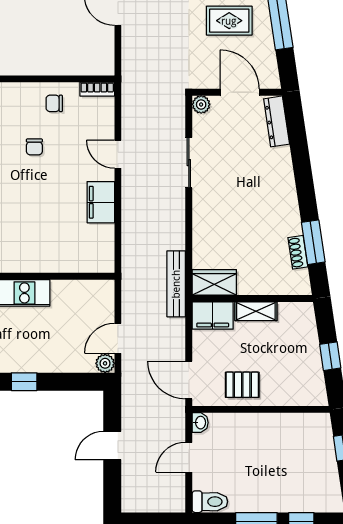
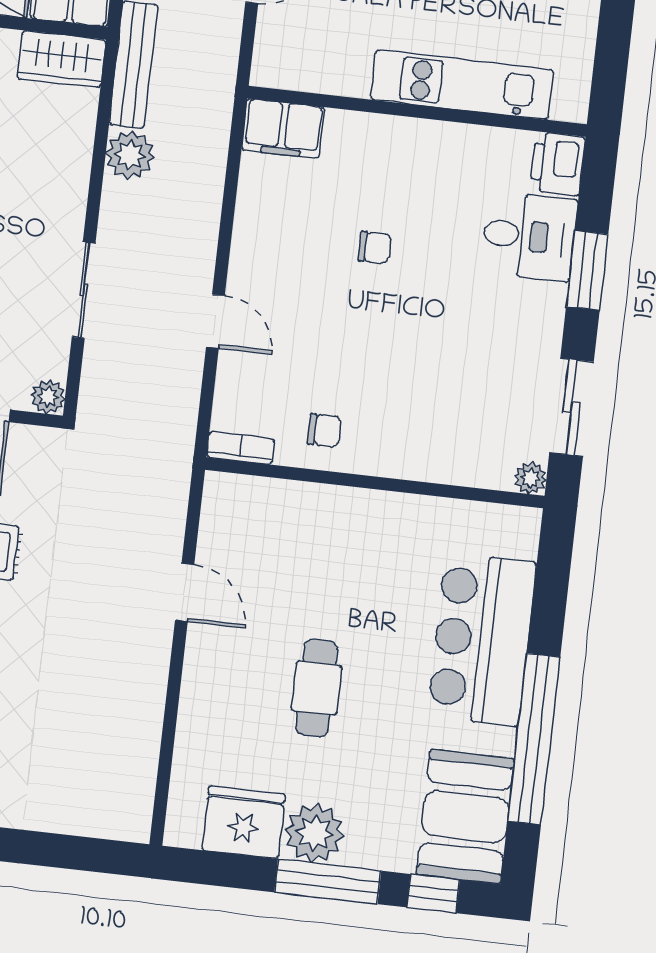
chair: (34, 147) -> (375, 248), moved, turned 90
filing cabinet: (101, 202) -> (283, 128), moved, turned 90
plant: (173, 236) -> (130, 155), added

